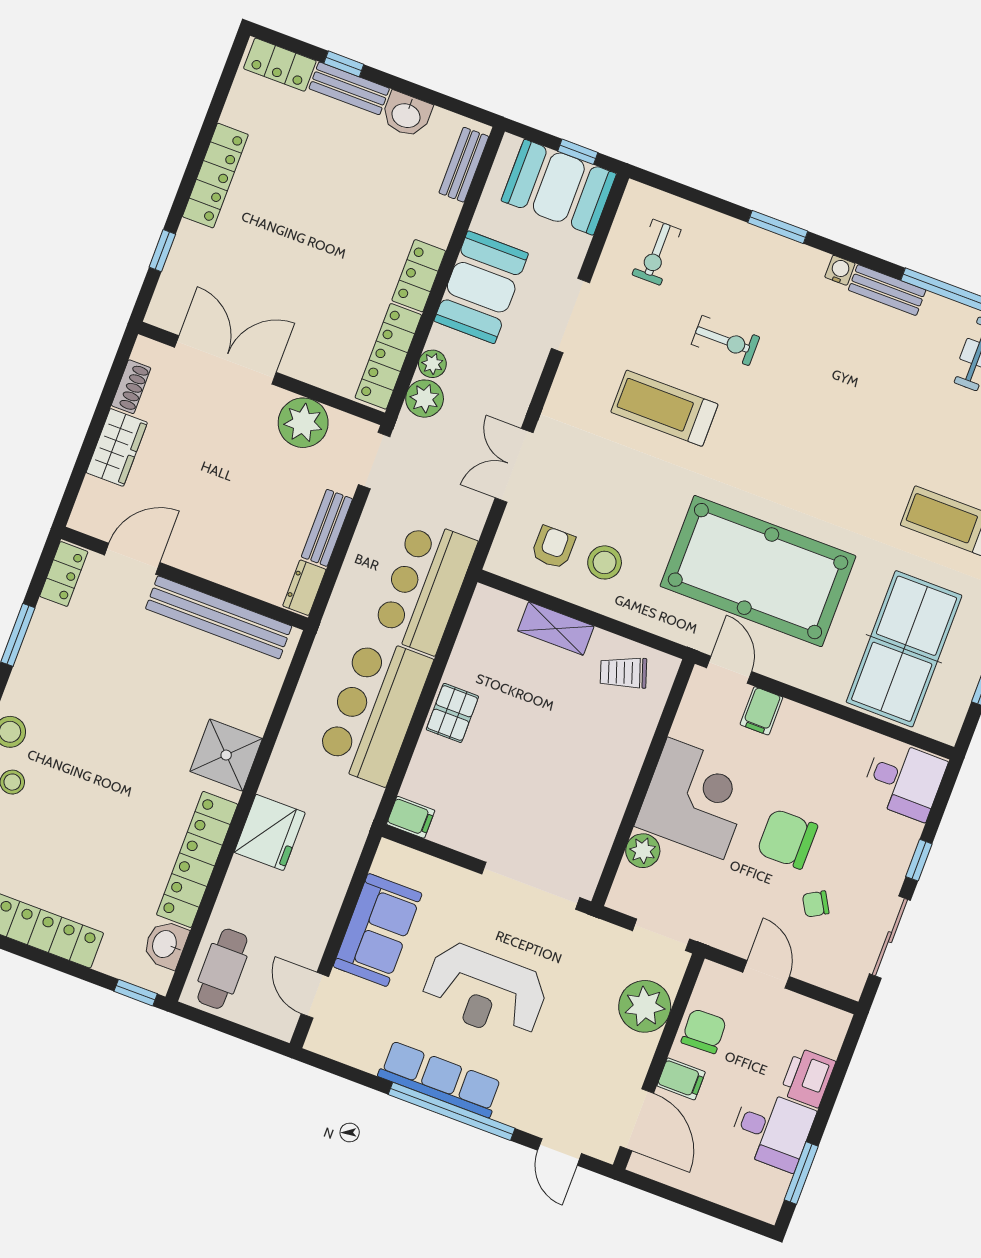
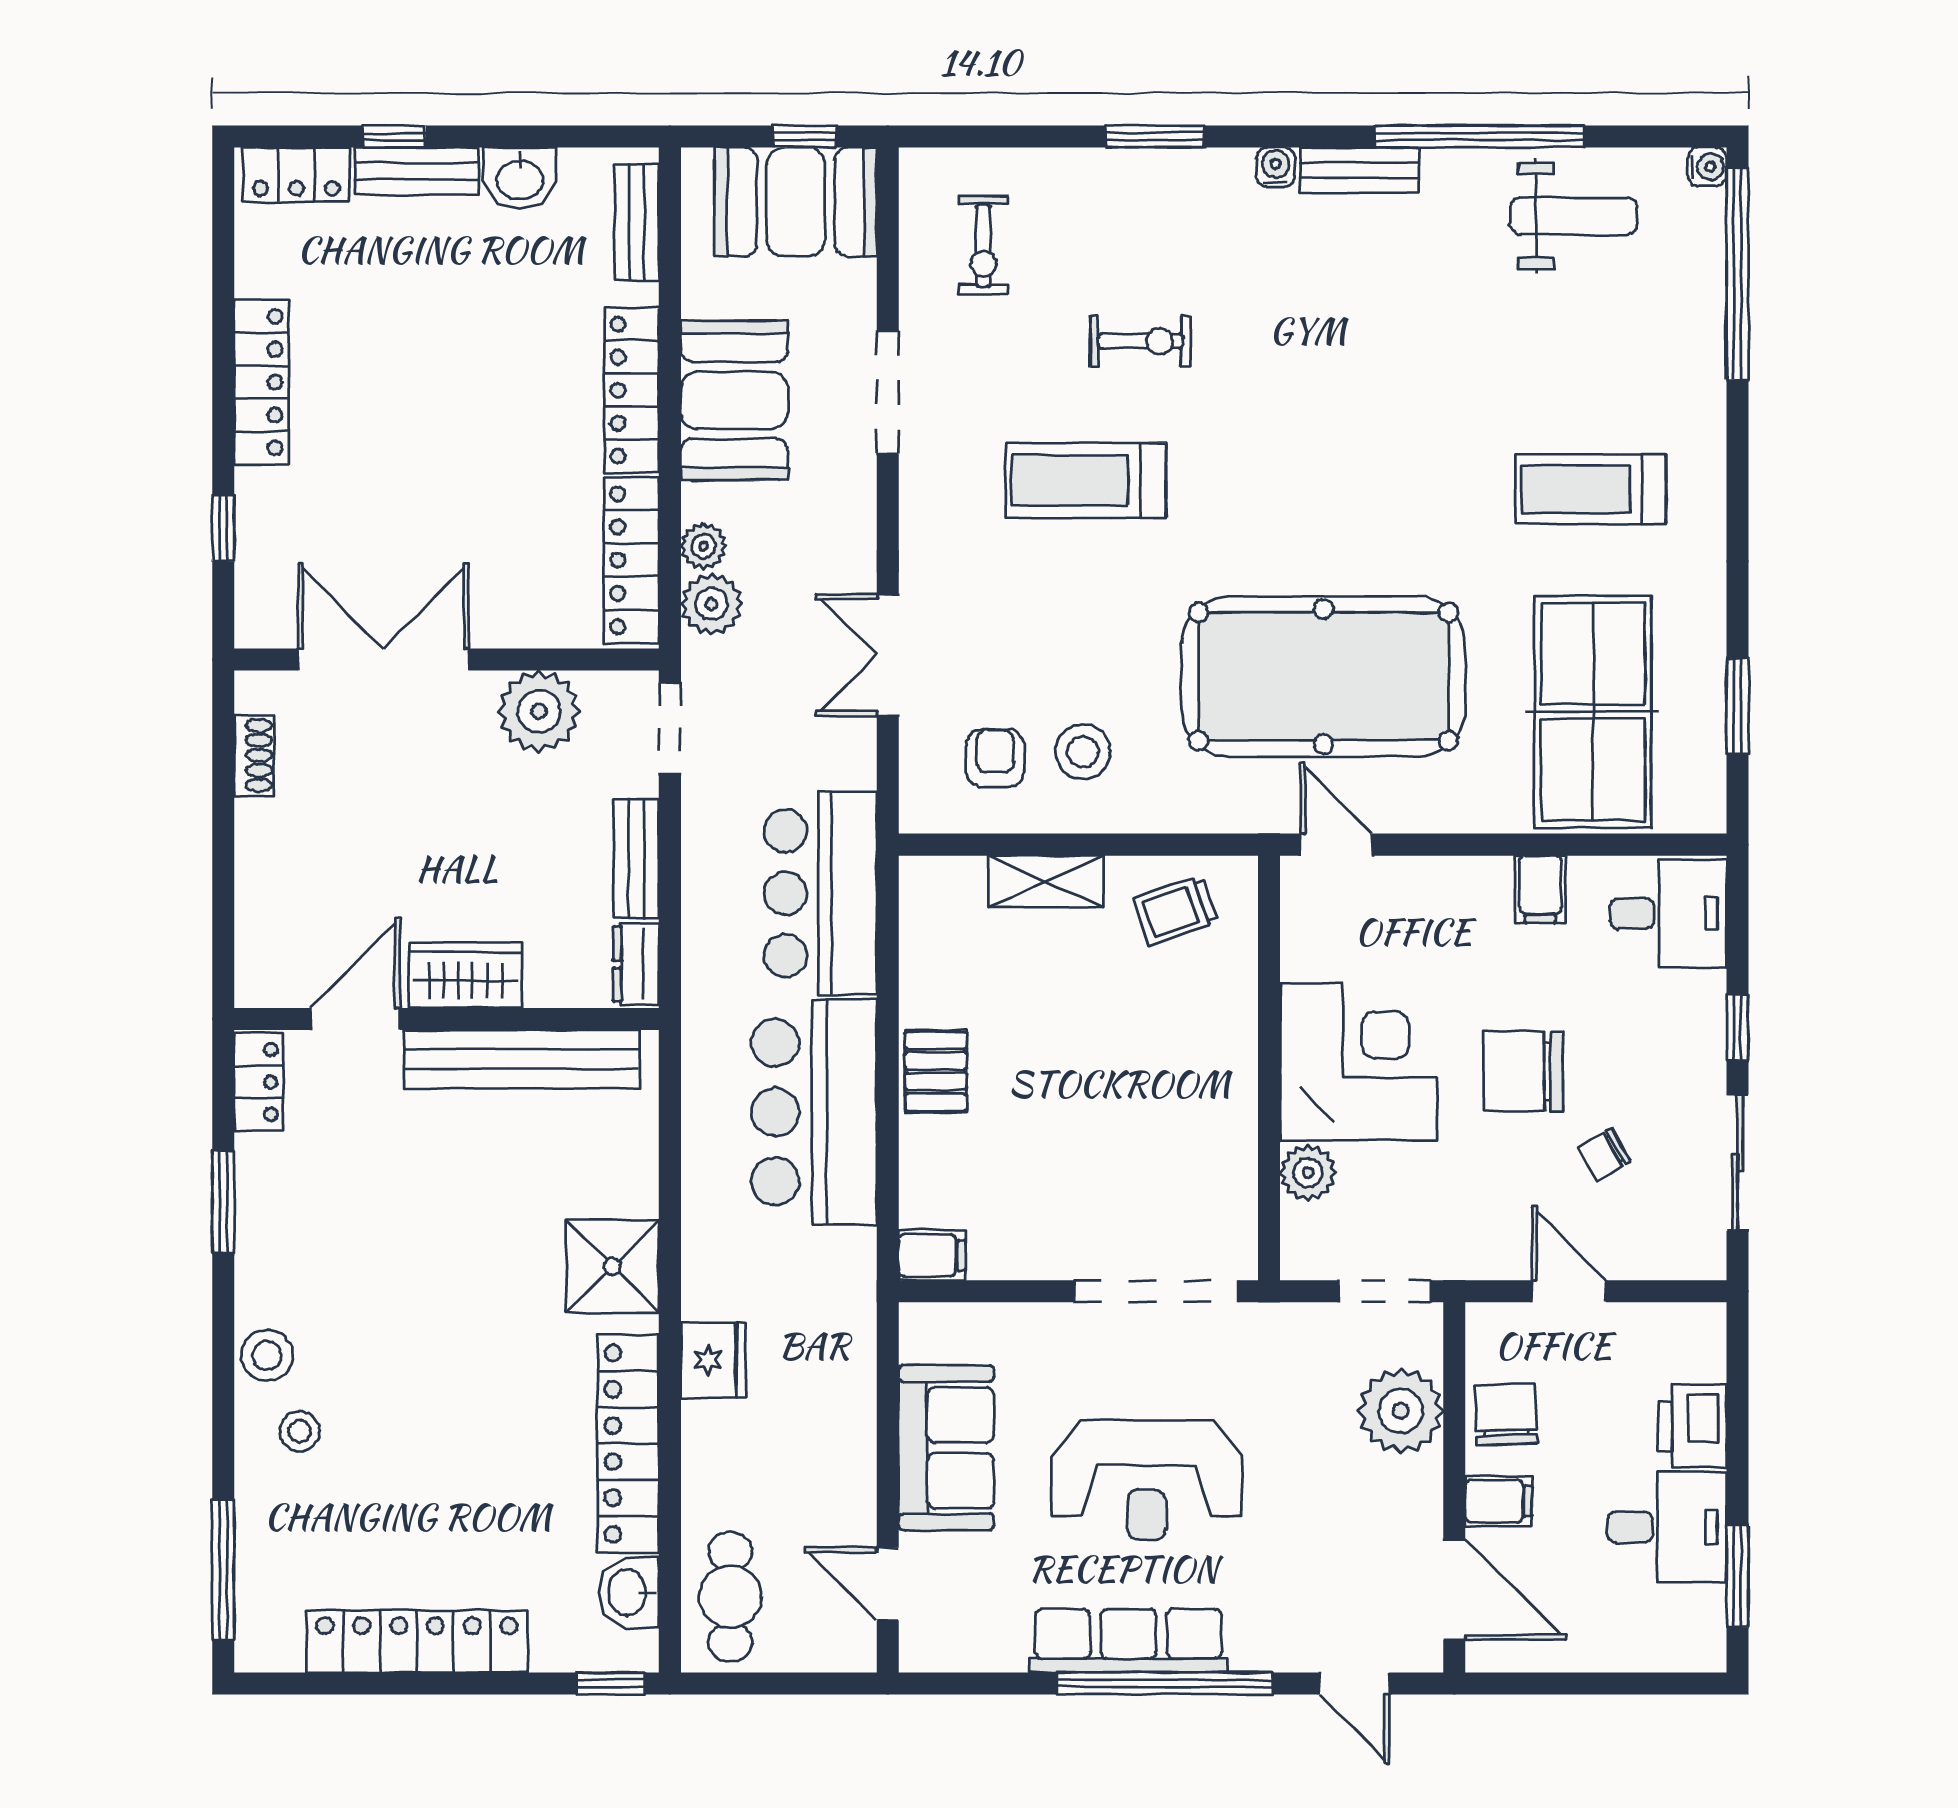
locker: (419, 276) -> (632, 390), width x1.53
wardrobe: (117, 447) -> (465, 975), moved, turned -90
filing cabinet: (761, 711) -> (1540, 889), moved
fridge: (270, 832) -> (713, 1360), width x0.73, depth x0.75

